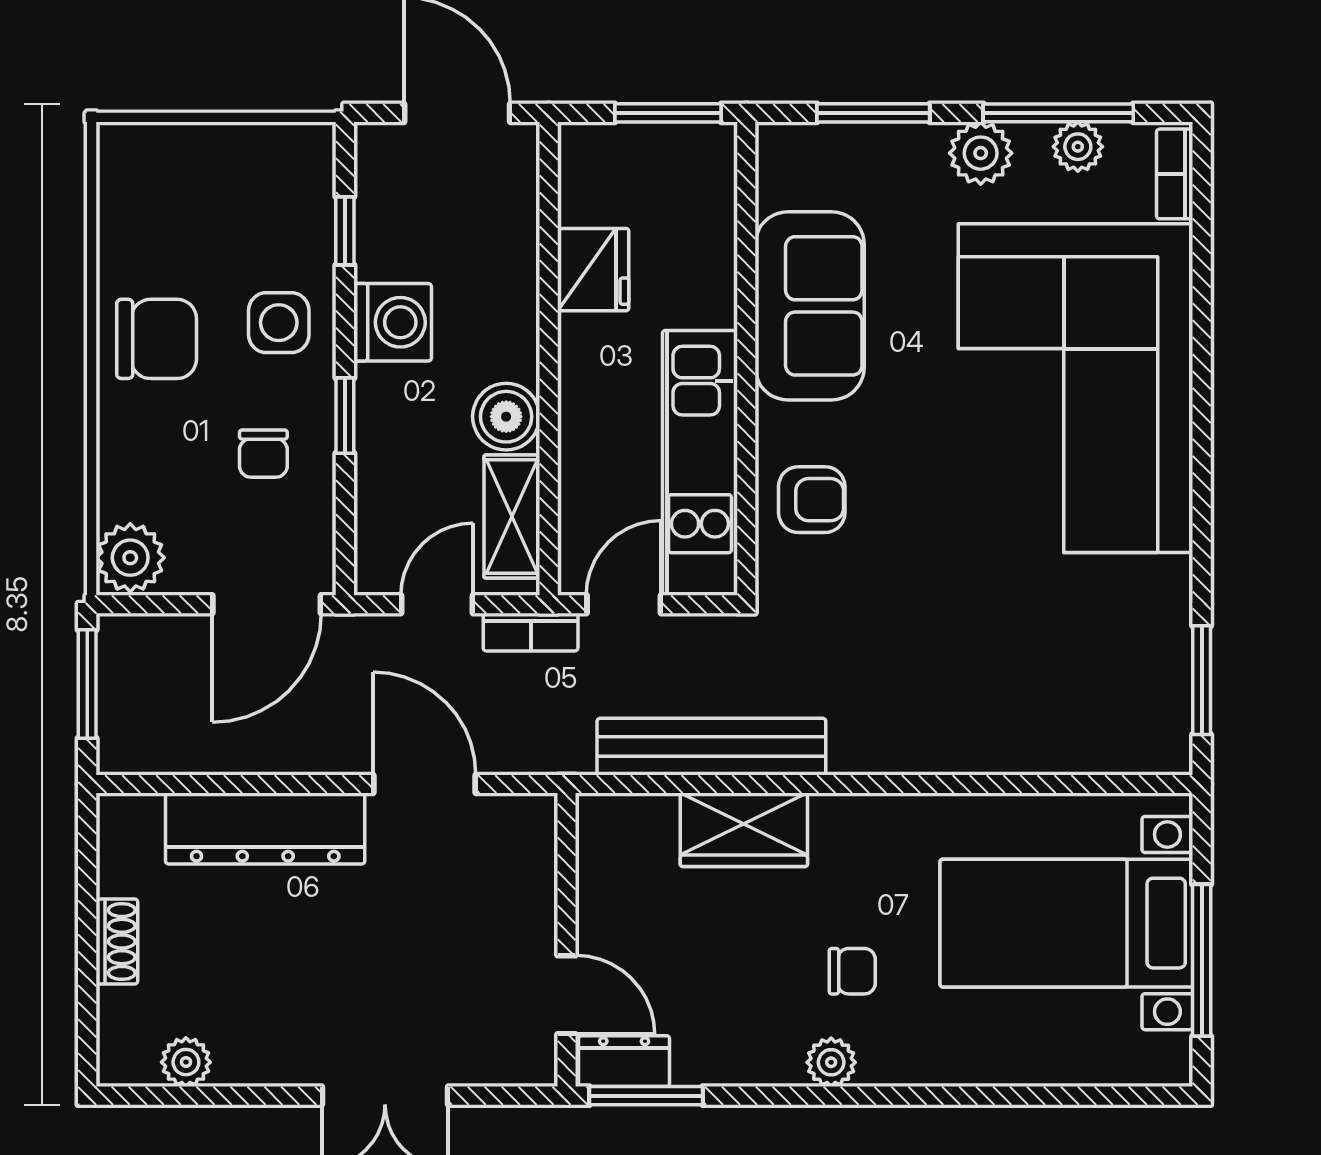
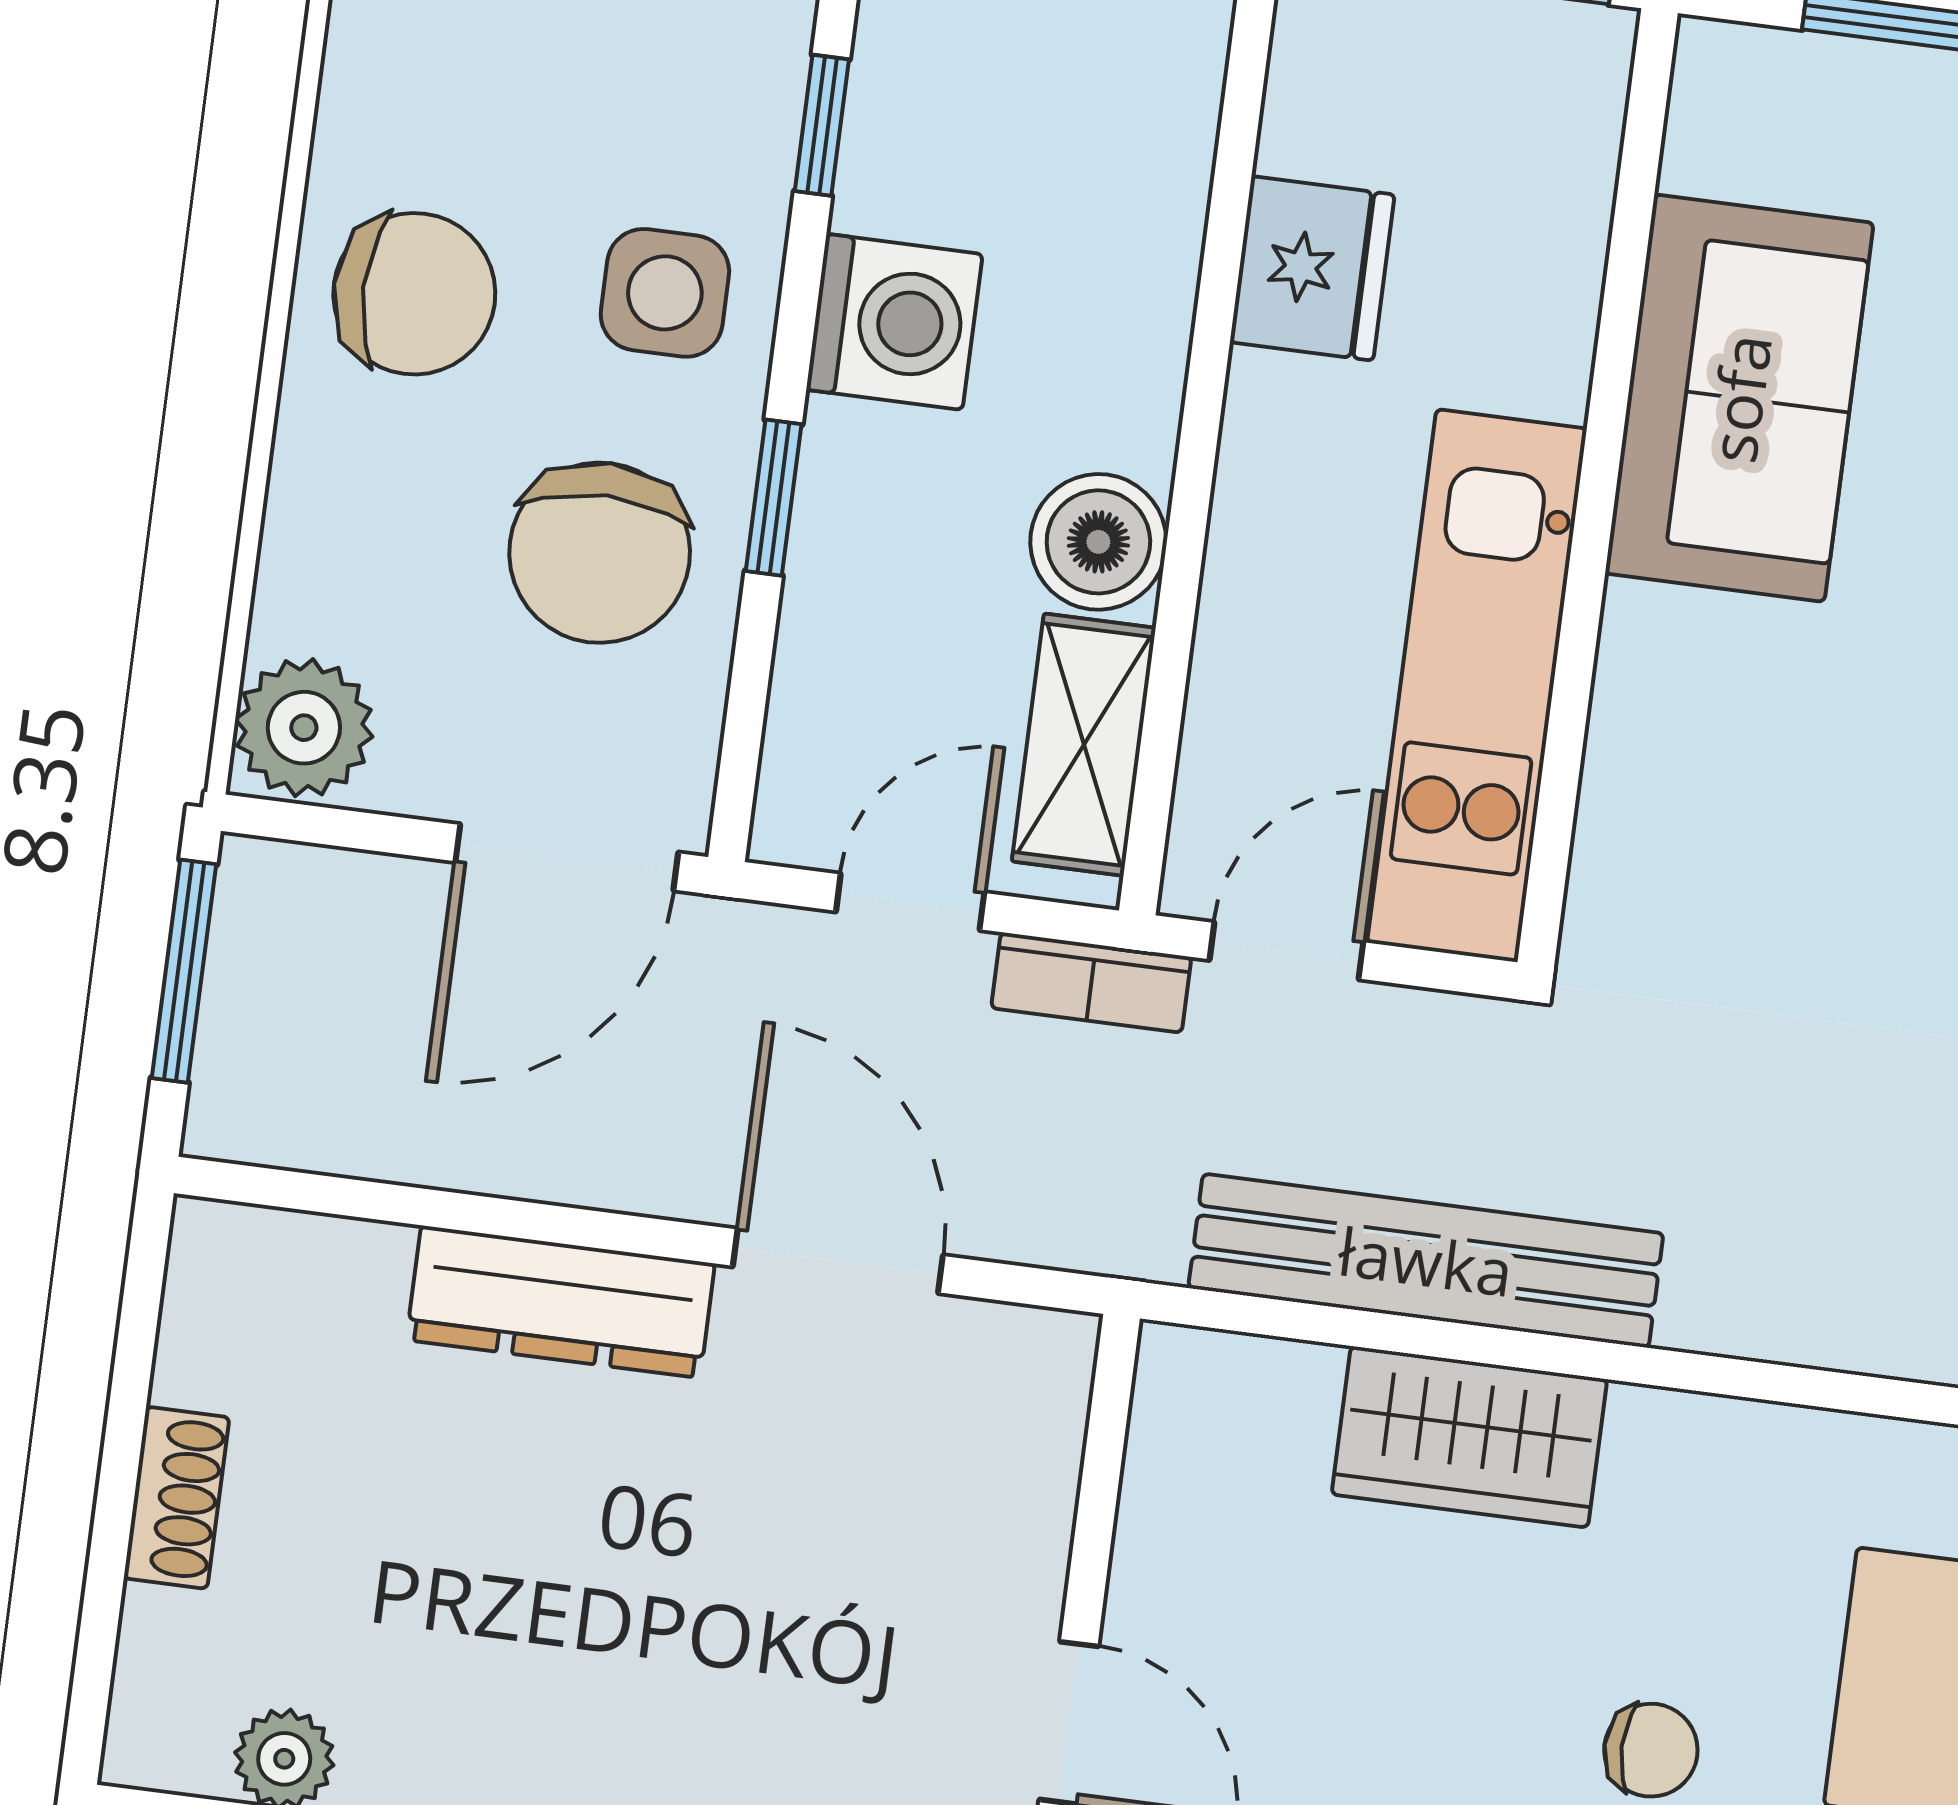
chair: (263, 454) -> (600, 553), width x1.87, depth x1.87
armchair: (812, 500) -> (1693, 789), removed
dresser: (265, 829) -> (561, 1302), width x0.73, depth x0.80

